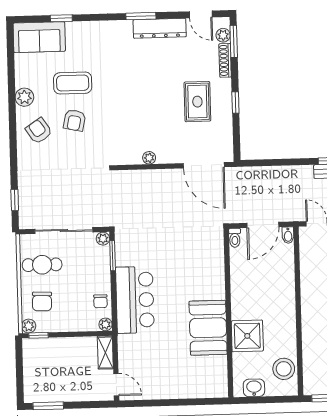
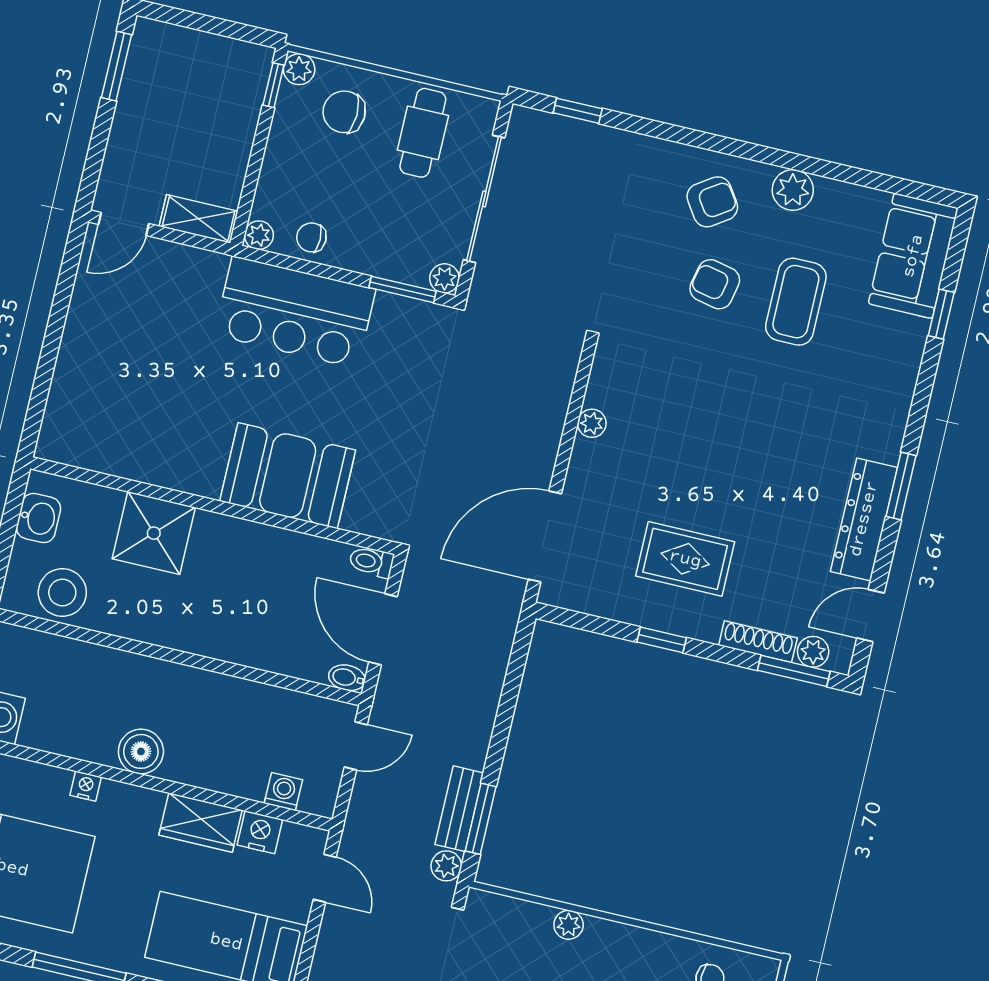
booth: (208, 328) -> (288, 476), moved

